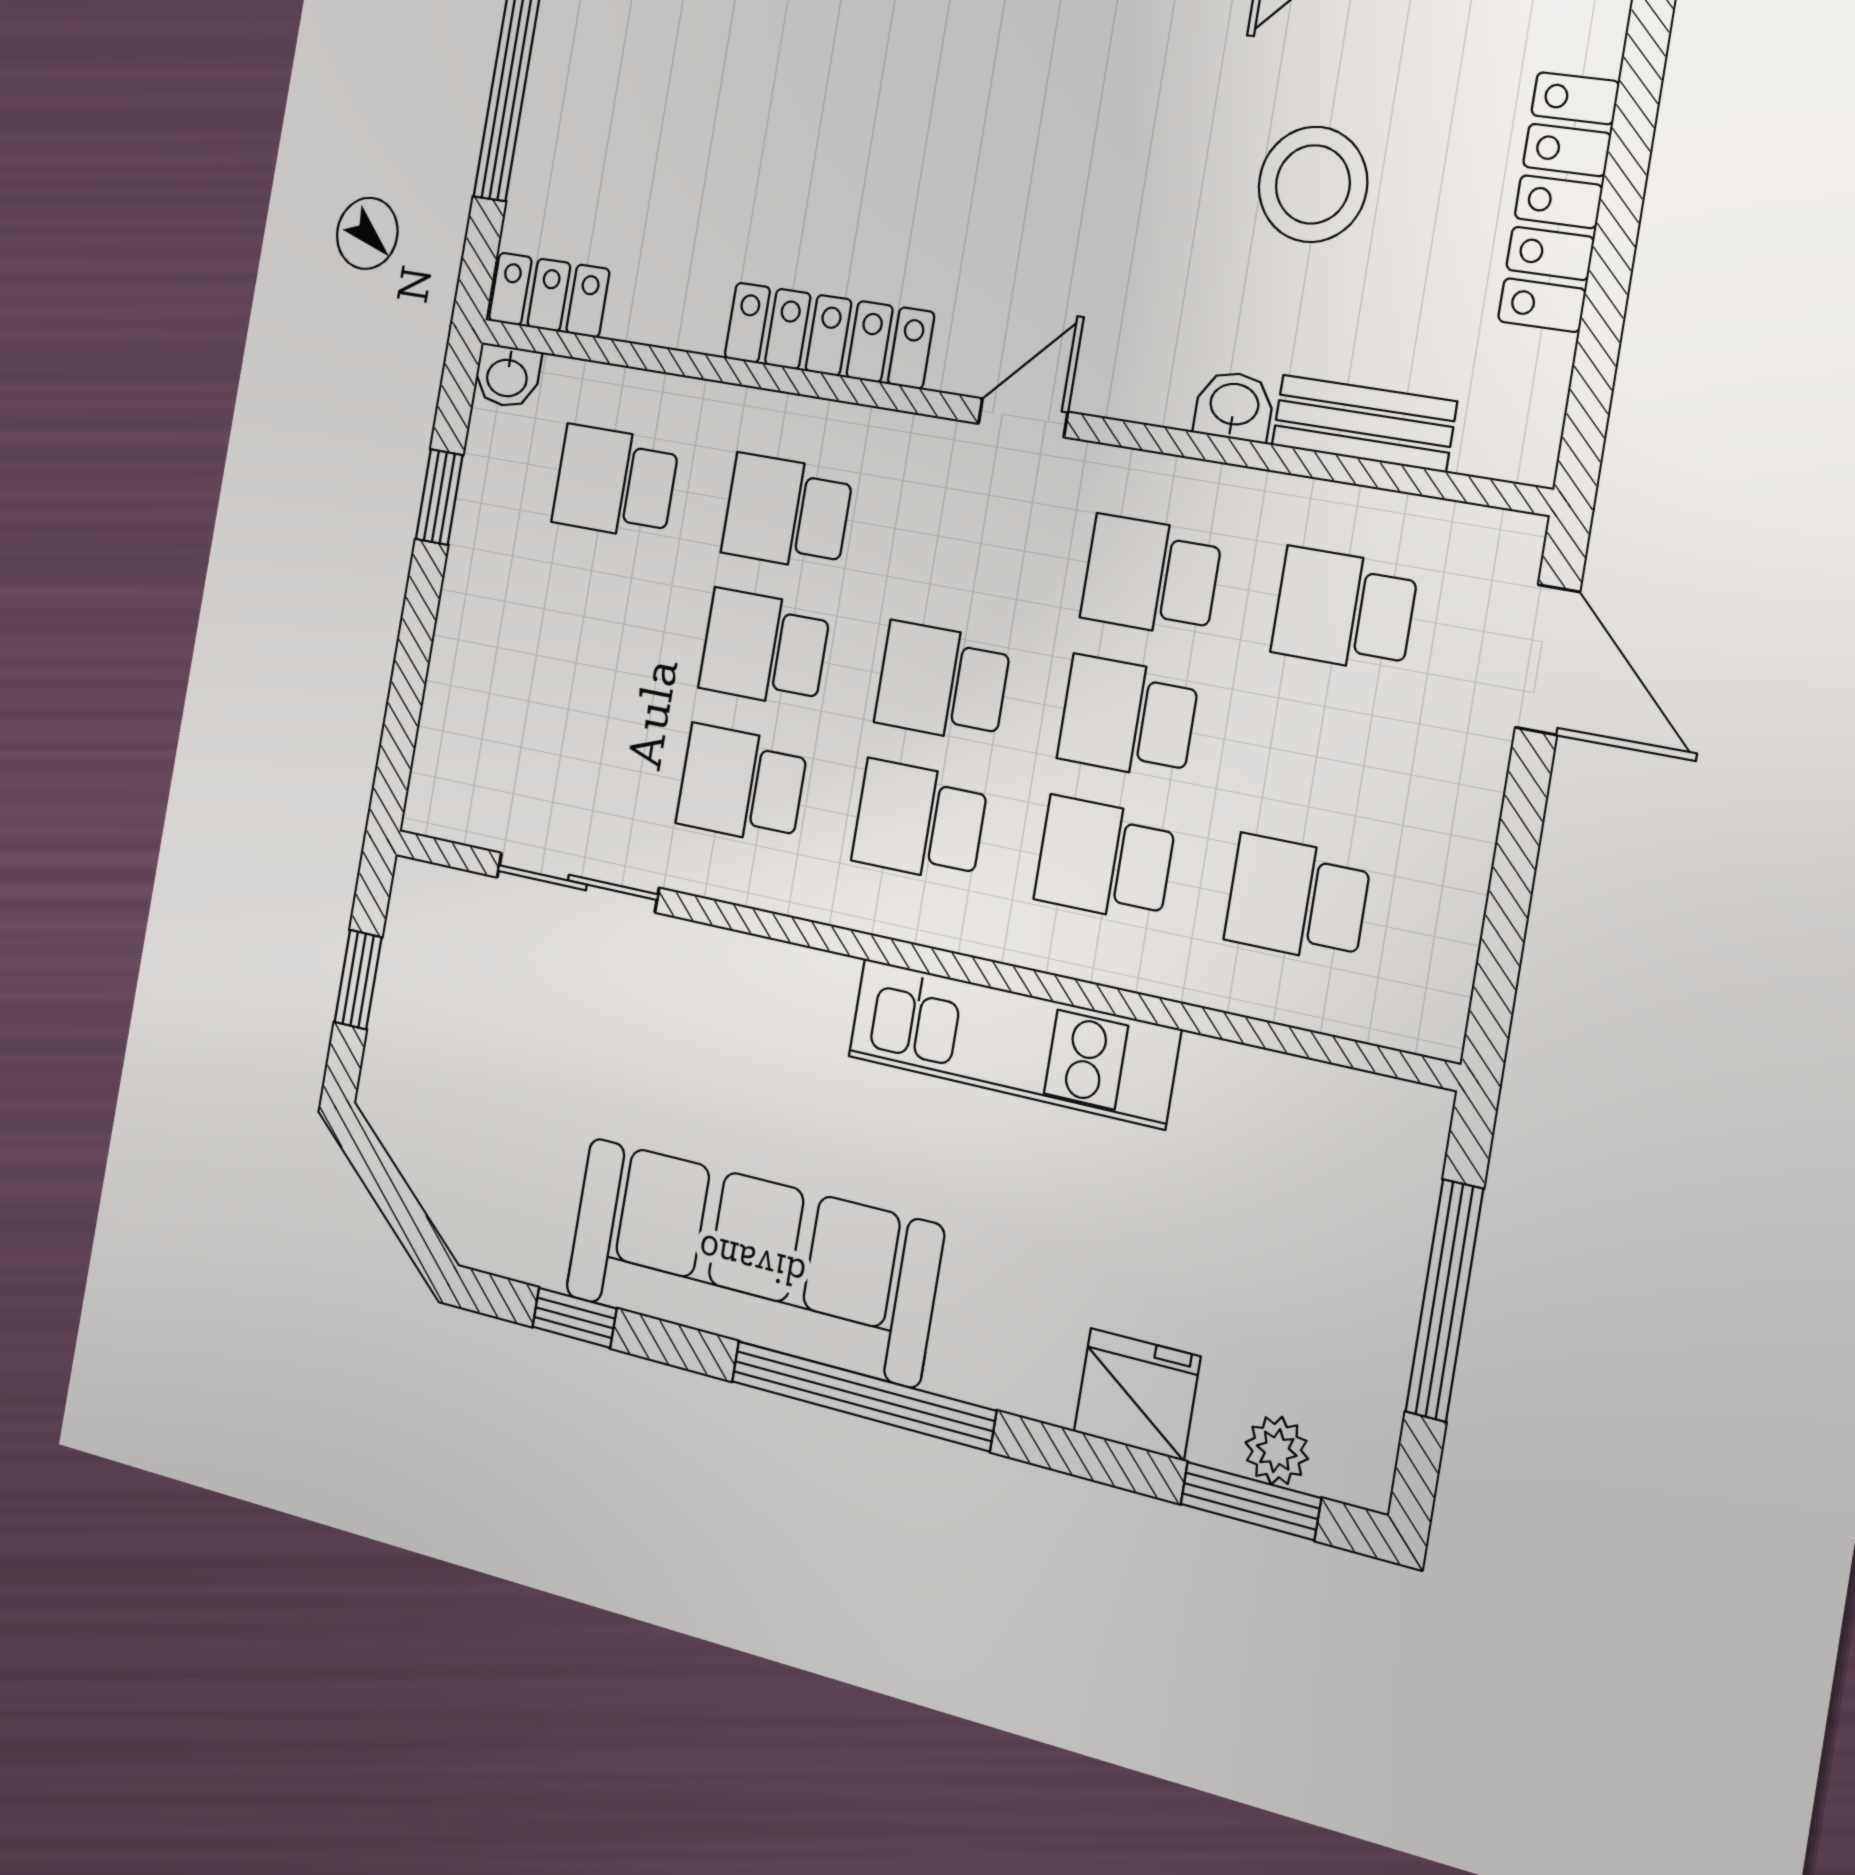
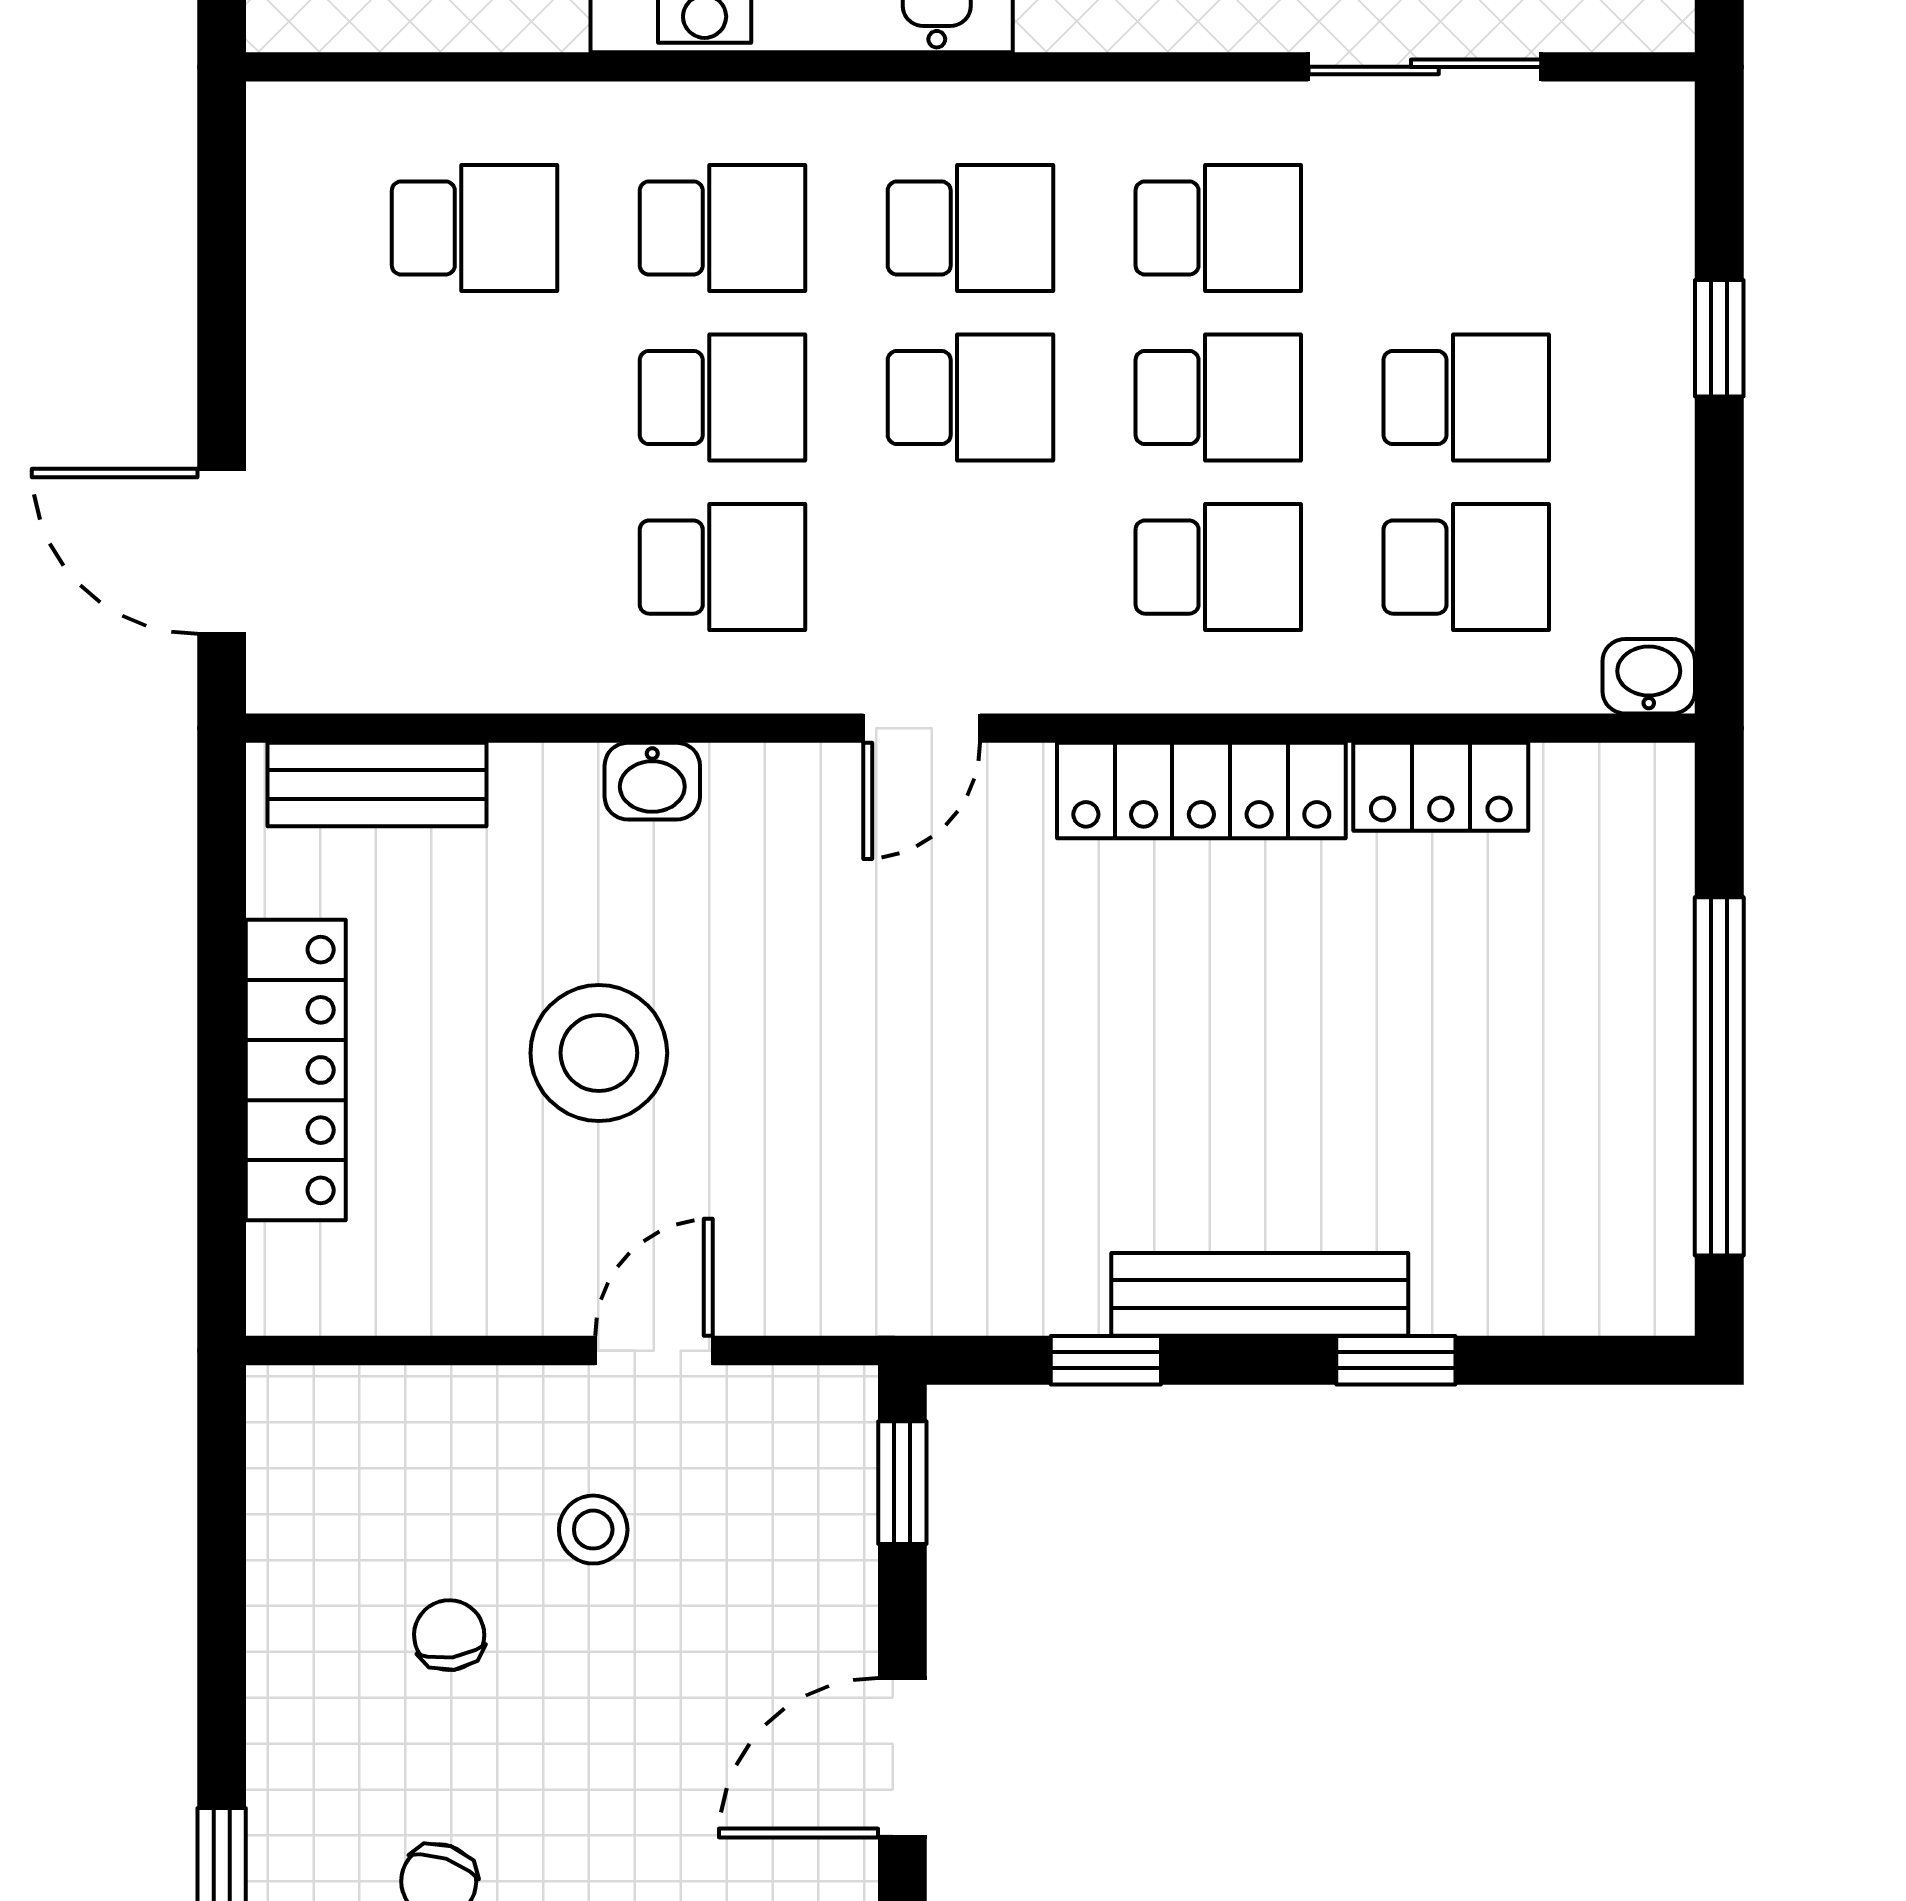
locker: (549, 295) -> (1441, 787), moved
bench: (1364, 423) -> (377, 785), moved
window: (439, 497) -> (1719, 338), moved
school desk: (1344, 610) -> (1466, 398), moved

